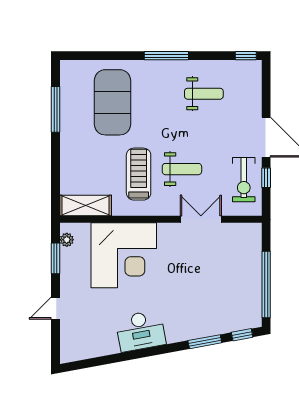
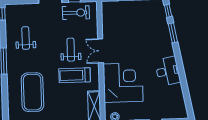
exercise mat: (112, 102) -> (32, 92), turned 90
double door: (201, 219) -> (101, 51), moved

